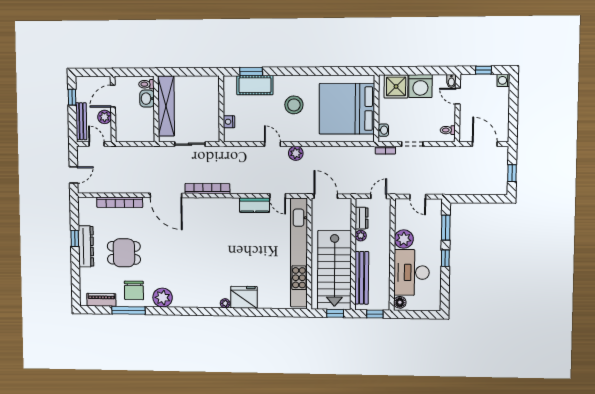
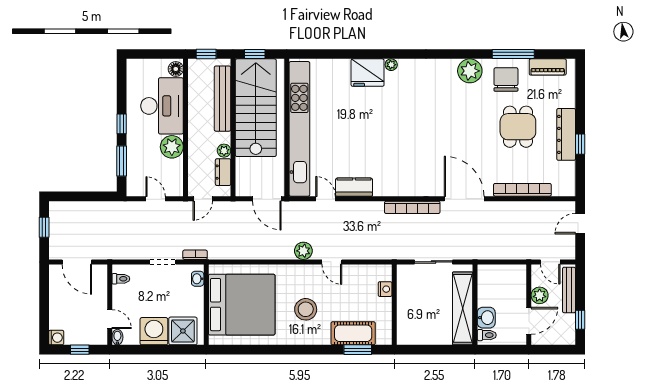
dining table: (124, 253) -> (518, 127), turned 90

